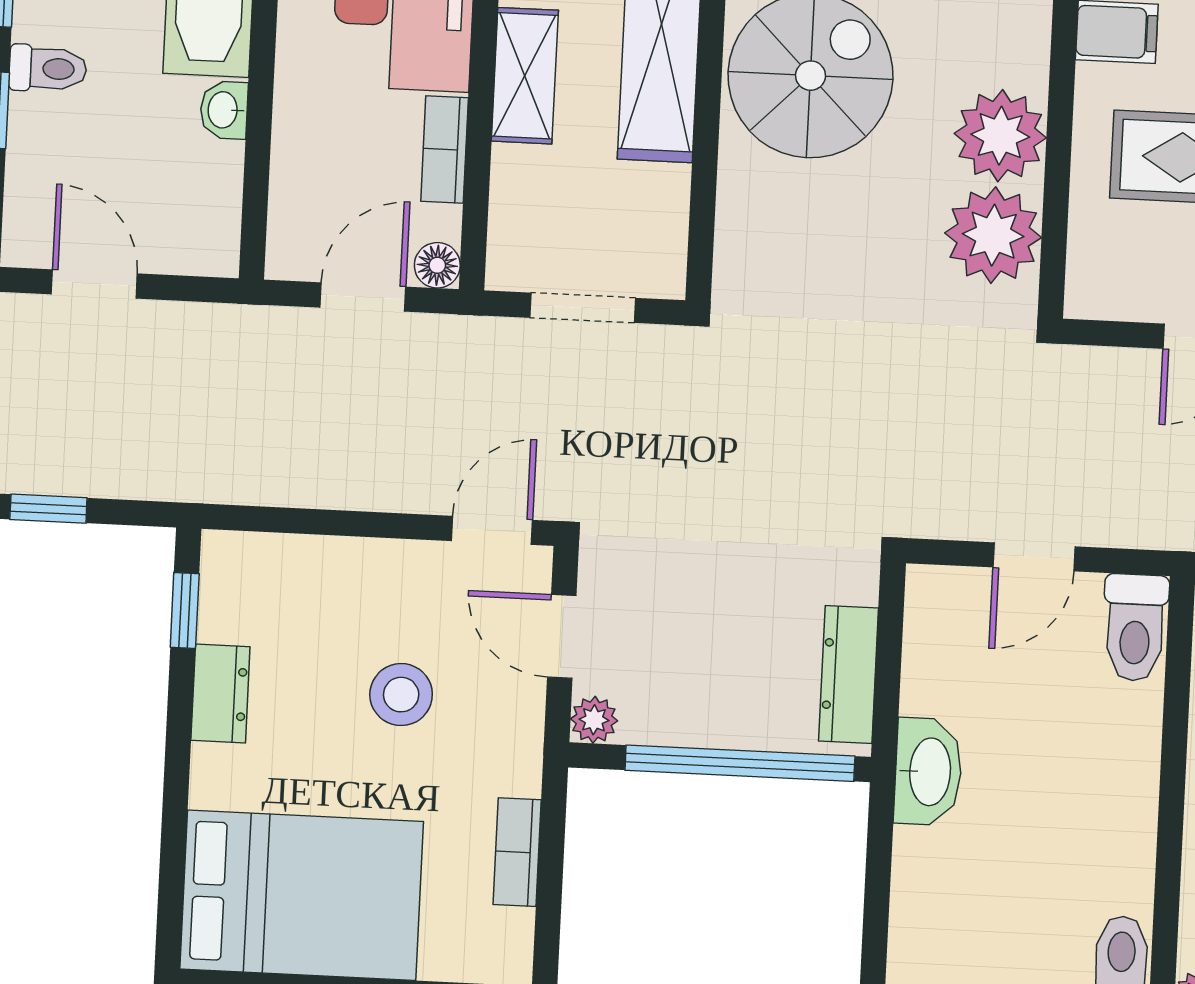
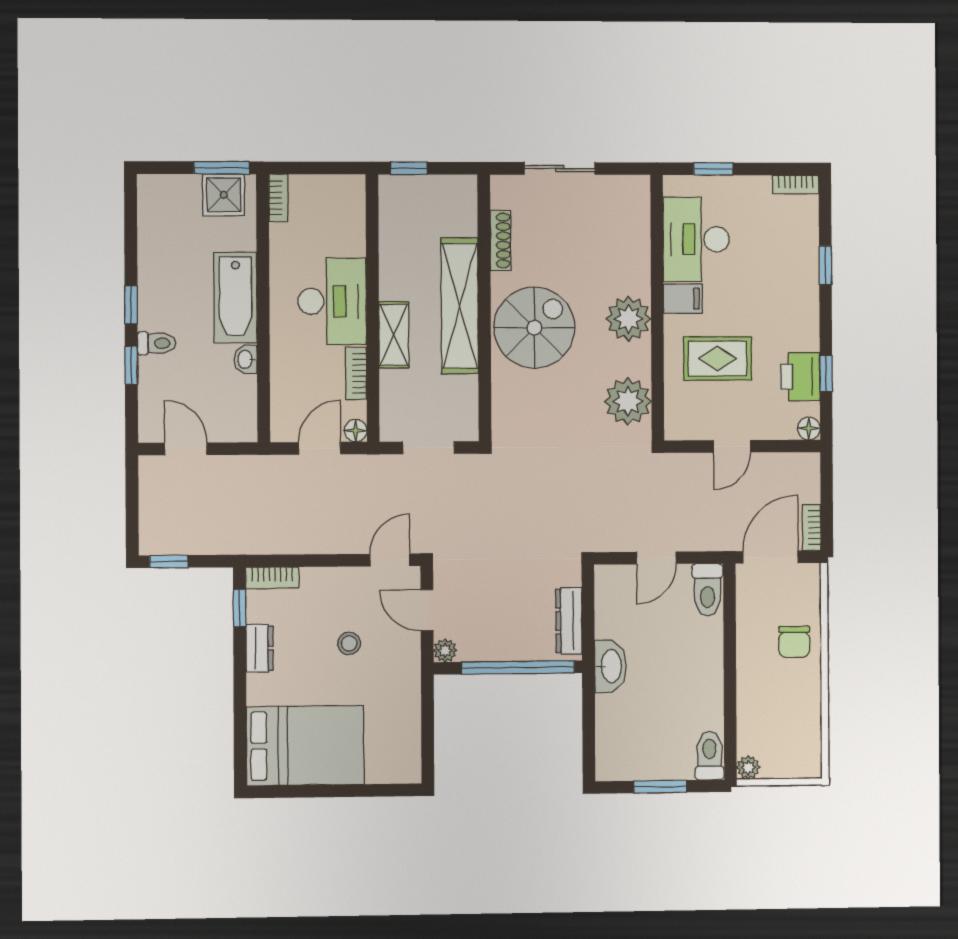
plant: (1000, 136) -> (629, 319), moved
stool: (401, 695) -> (349, 644), width x0.73, depth x0.73
bookcase: (517, 852) -> (272, 578), moved, turned -90

